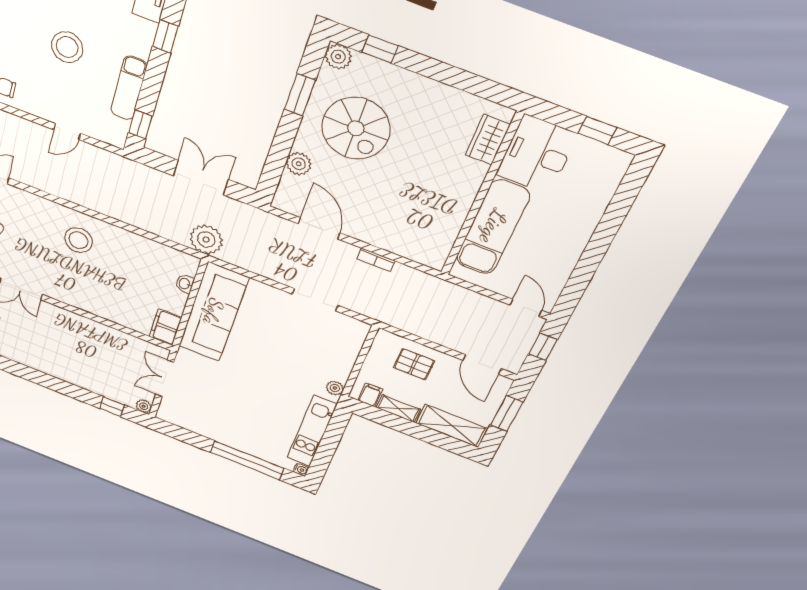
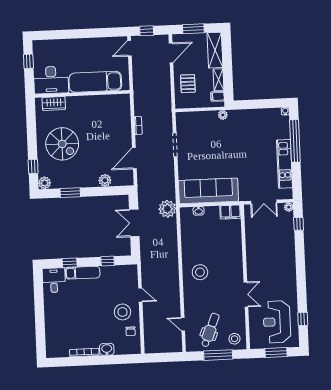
stool: (67, 47) -> (122, 312), moved
exam couch: (129, 88) -> (83, 273), moved
window: (140, 124) -> (108, 261), moved
spiral stairs: (356, 128) -> (62, 144), moved, turned 90
kitchen unit: (312, 431) -> (284, 164), moved, turned 90

